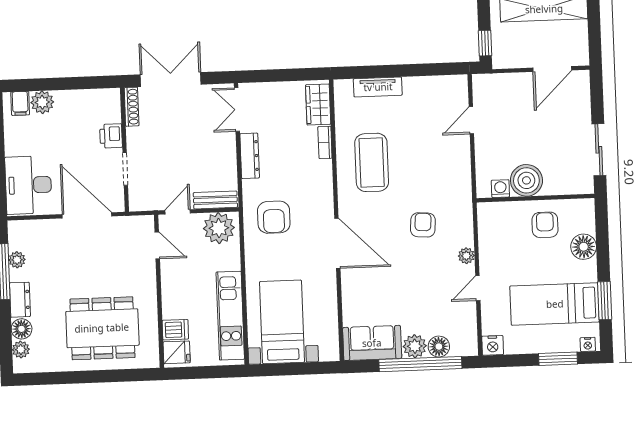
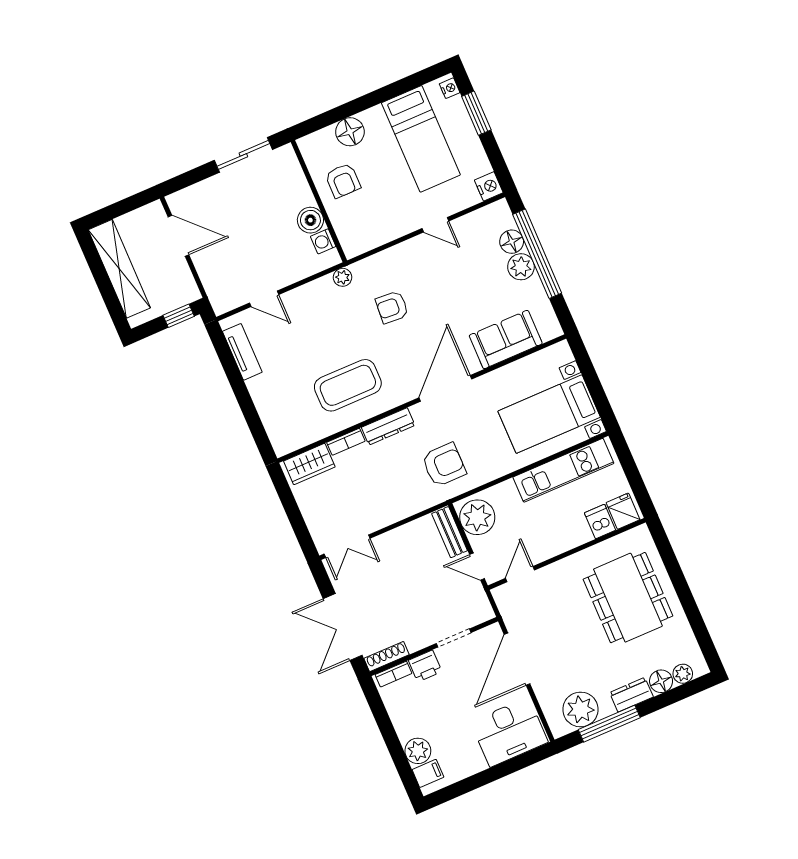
tv unit: (378, 87) -> (242, 352), moved
bookcase: (115, 107) -> (393, 674), added
dresser: (250, 156) -> (388, 426), moved, turned 180
boiler: (526, 180) -> (310, 220), width x0.73, depth x0.73
armchair: (545, 225) -> (343, 181), turned -90
plant: (466, 256) -> (343, 277), moved
plant: (17, 260) -> (580, 709), width x1.88, depth x1.88
window: (605, 301) -> (397, 88), removed
sofa: (372, 343) -> (506, 340), moved, turned 90

